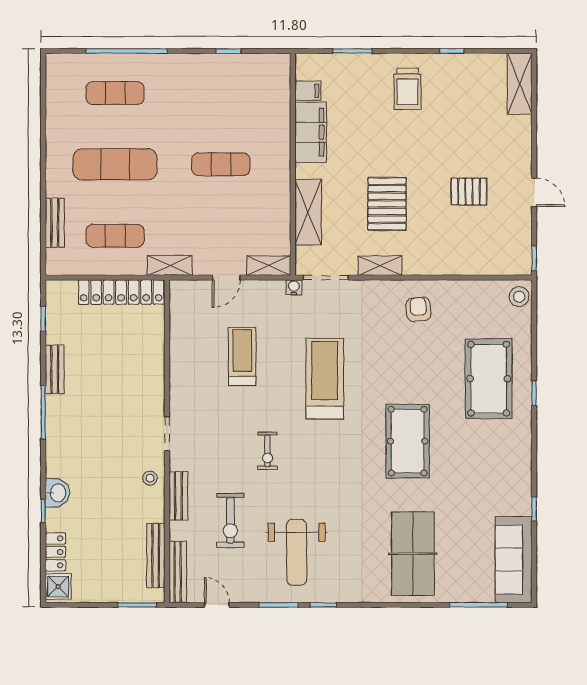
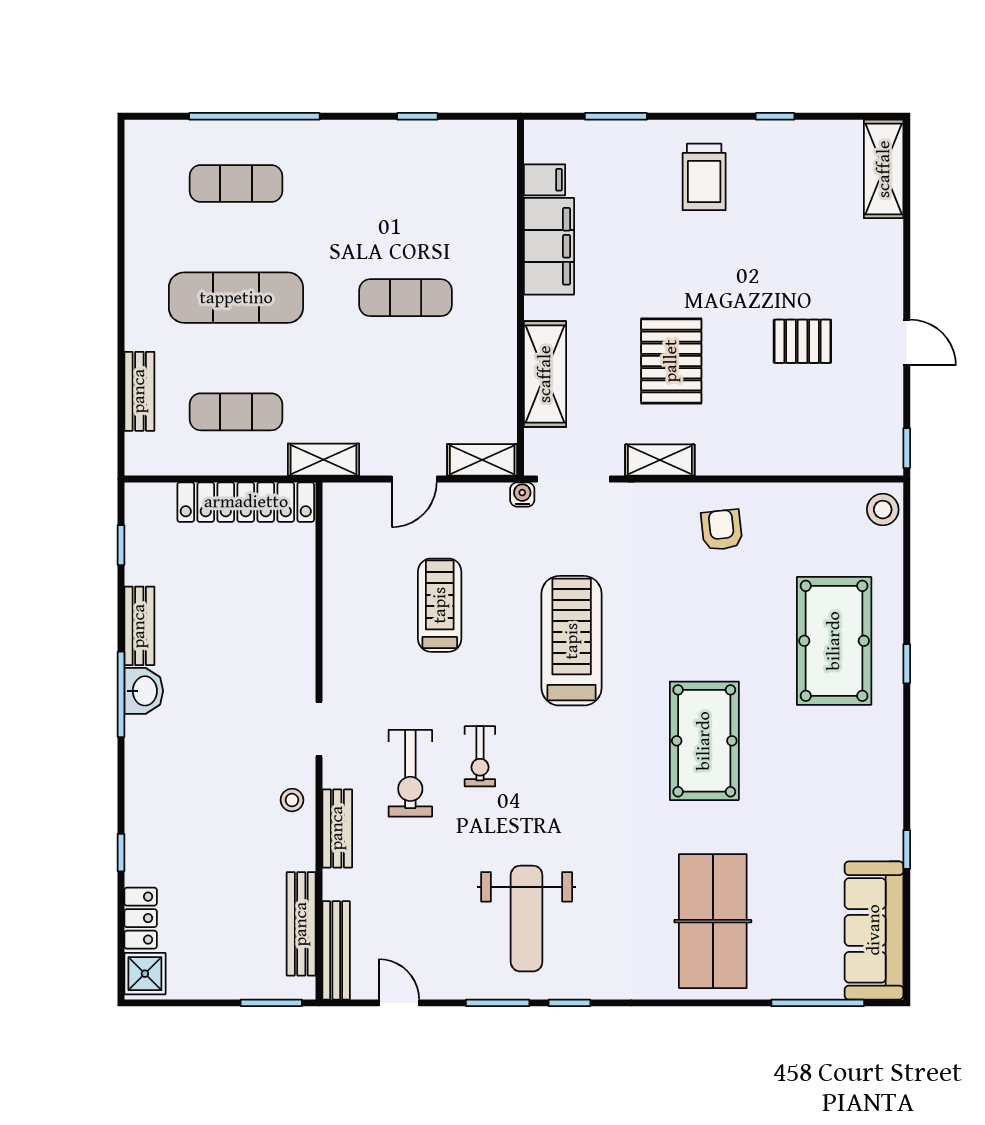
washbasin: (57, 493) -> (144, 691), moved
exercise bike: (230, 520) -> (410, 773), moved

